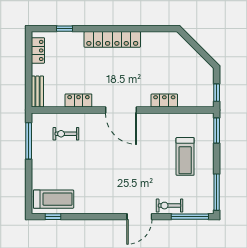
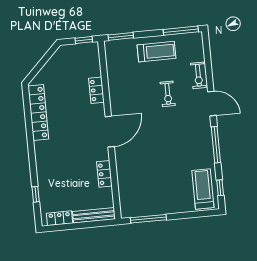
locker: (112, 39) -> (38, 112), moved
bench: (37, 92) -> (94, 215), width x1.36
exercise bike: (66, 134) -> (168, 94), moved
treadmill: (185, 156) -> (156, 52), moved
window: (190, 217) -> (216, 145), moved

